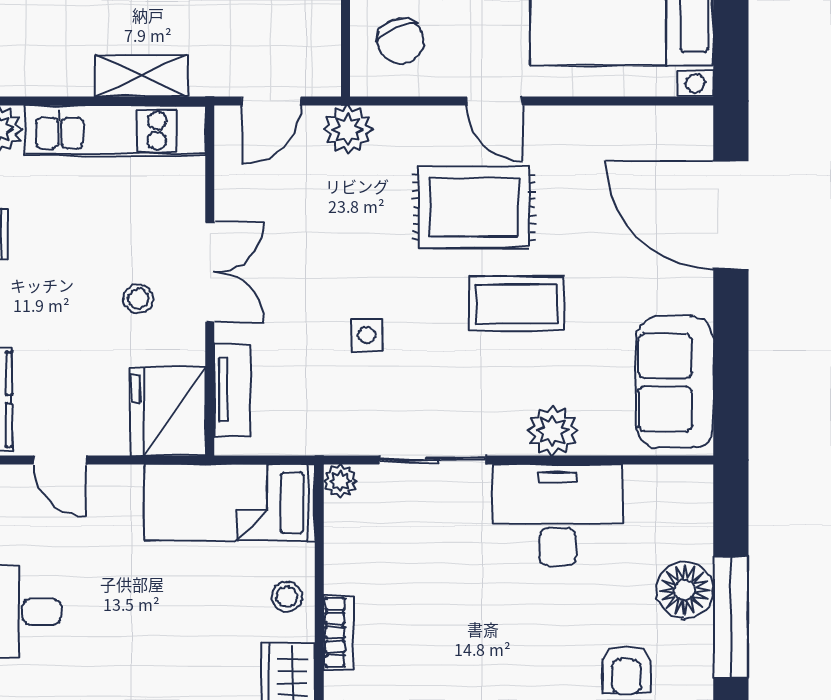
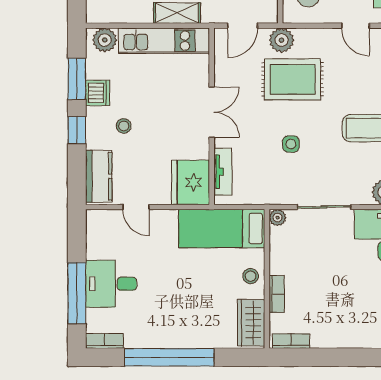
rug: (474, 207) -> (292, 79), moved
stool: (138, 299) -> (124, 126), moved

